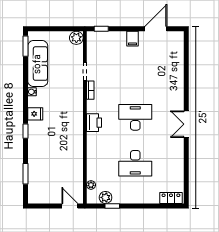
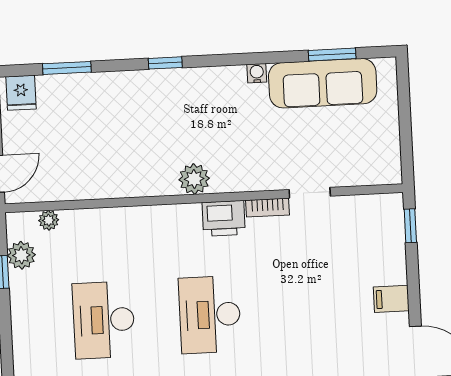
plant: (76, 38) -> (194, 179), moved
window: (26, 46) -> (332, 54), moved
fridge: (35, 114) -> (21, 93), moved
desk: (135, 117) -> (210, 315), turned 180
printer: (94, 123) -> (224, 218), moved

